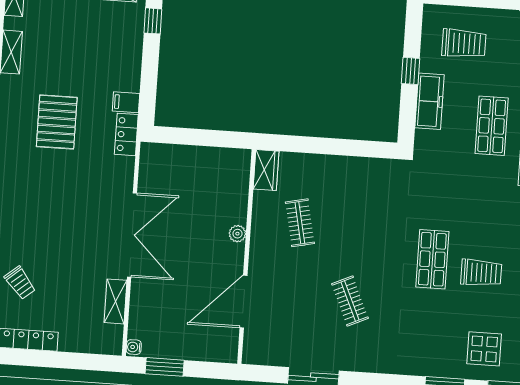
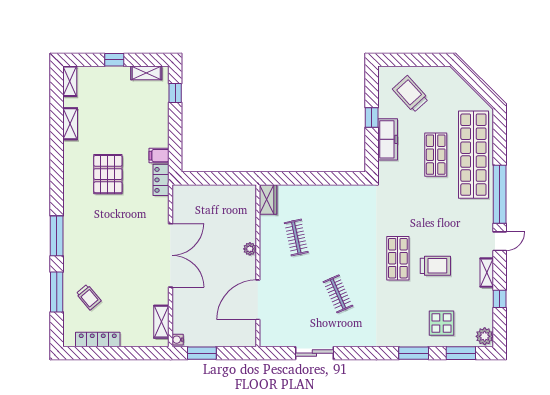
trolley: (464, 43) -> (411, 94), turned -132
shelving: (116, 301) -> (161, 322), moved

